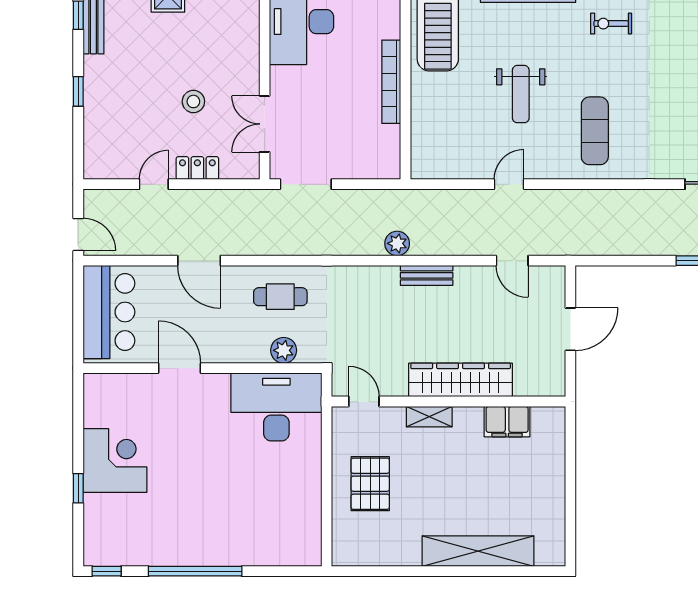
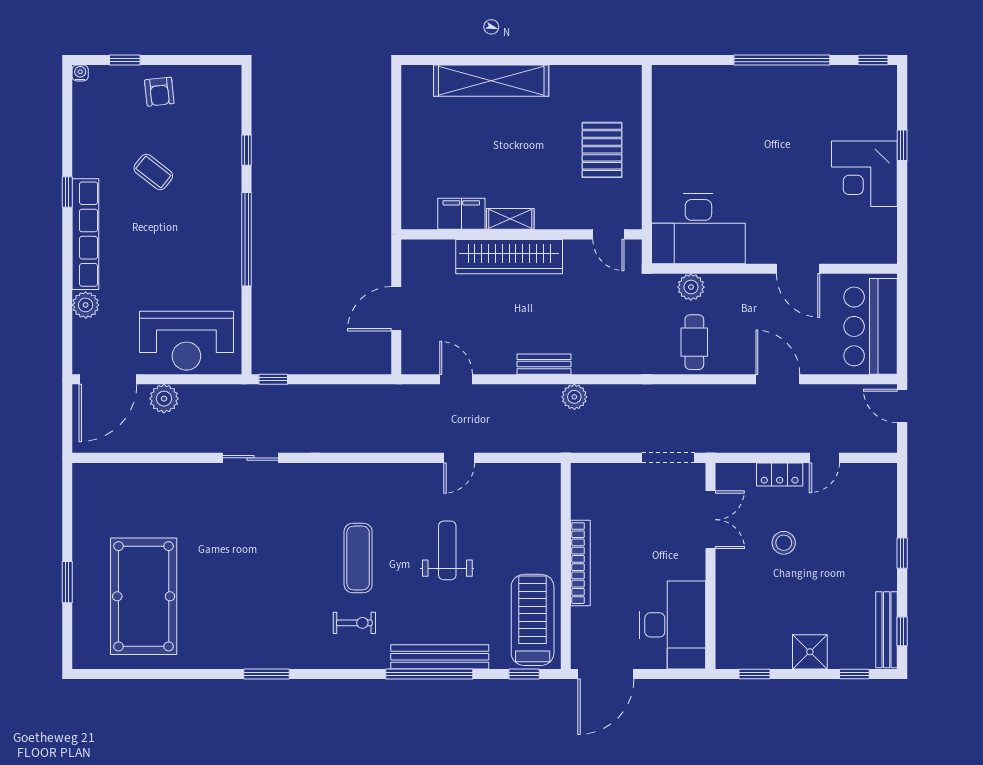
exercise mat: (595, 131) -> (358, 558), moved
cafe table: (280, 297) -> (694, 342), turned 90
shelving: (429, 417) -> (510, 219), moved

